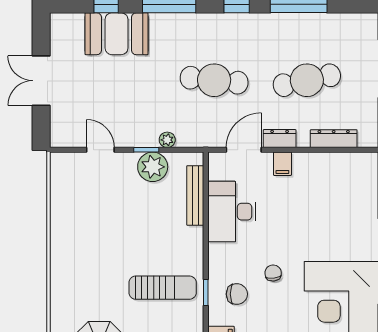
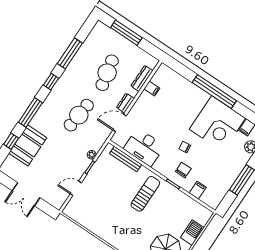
door: (244, 150) -> (120, 123), hinge flipped
filing cabinet: (282, 164) -> (152, 88), moved
plant: (153, 167) -> (100, 170), removed
sun lounger: (163, 288) -> (145, 194), moved

